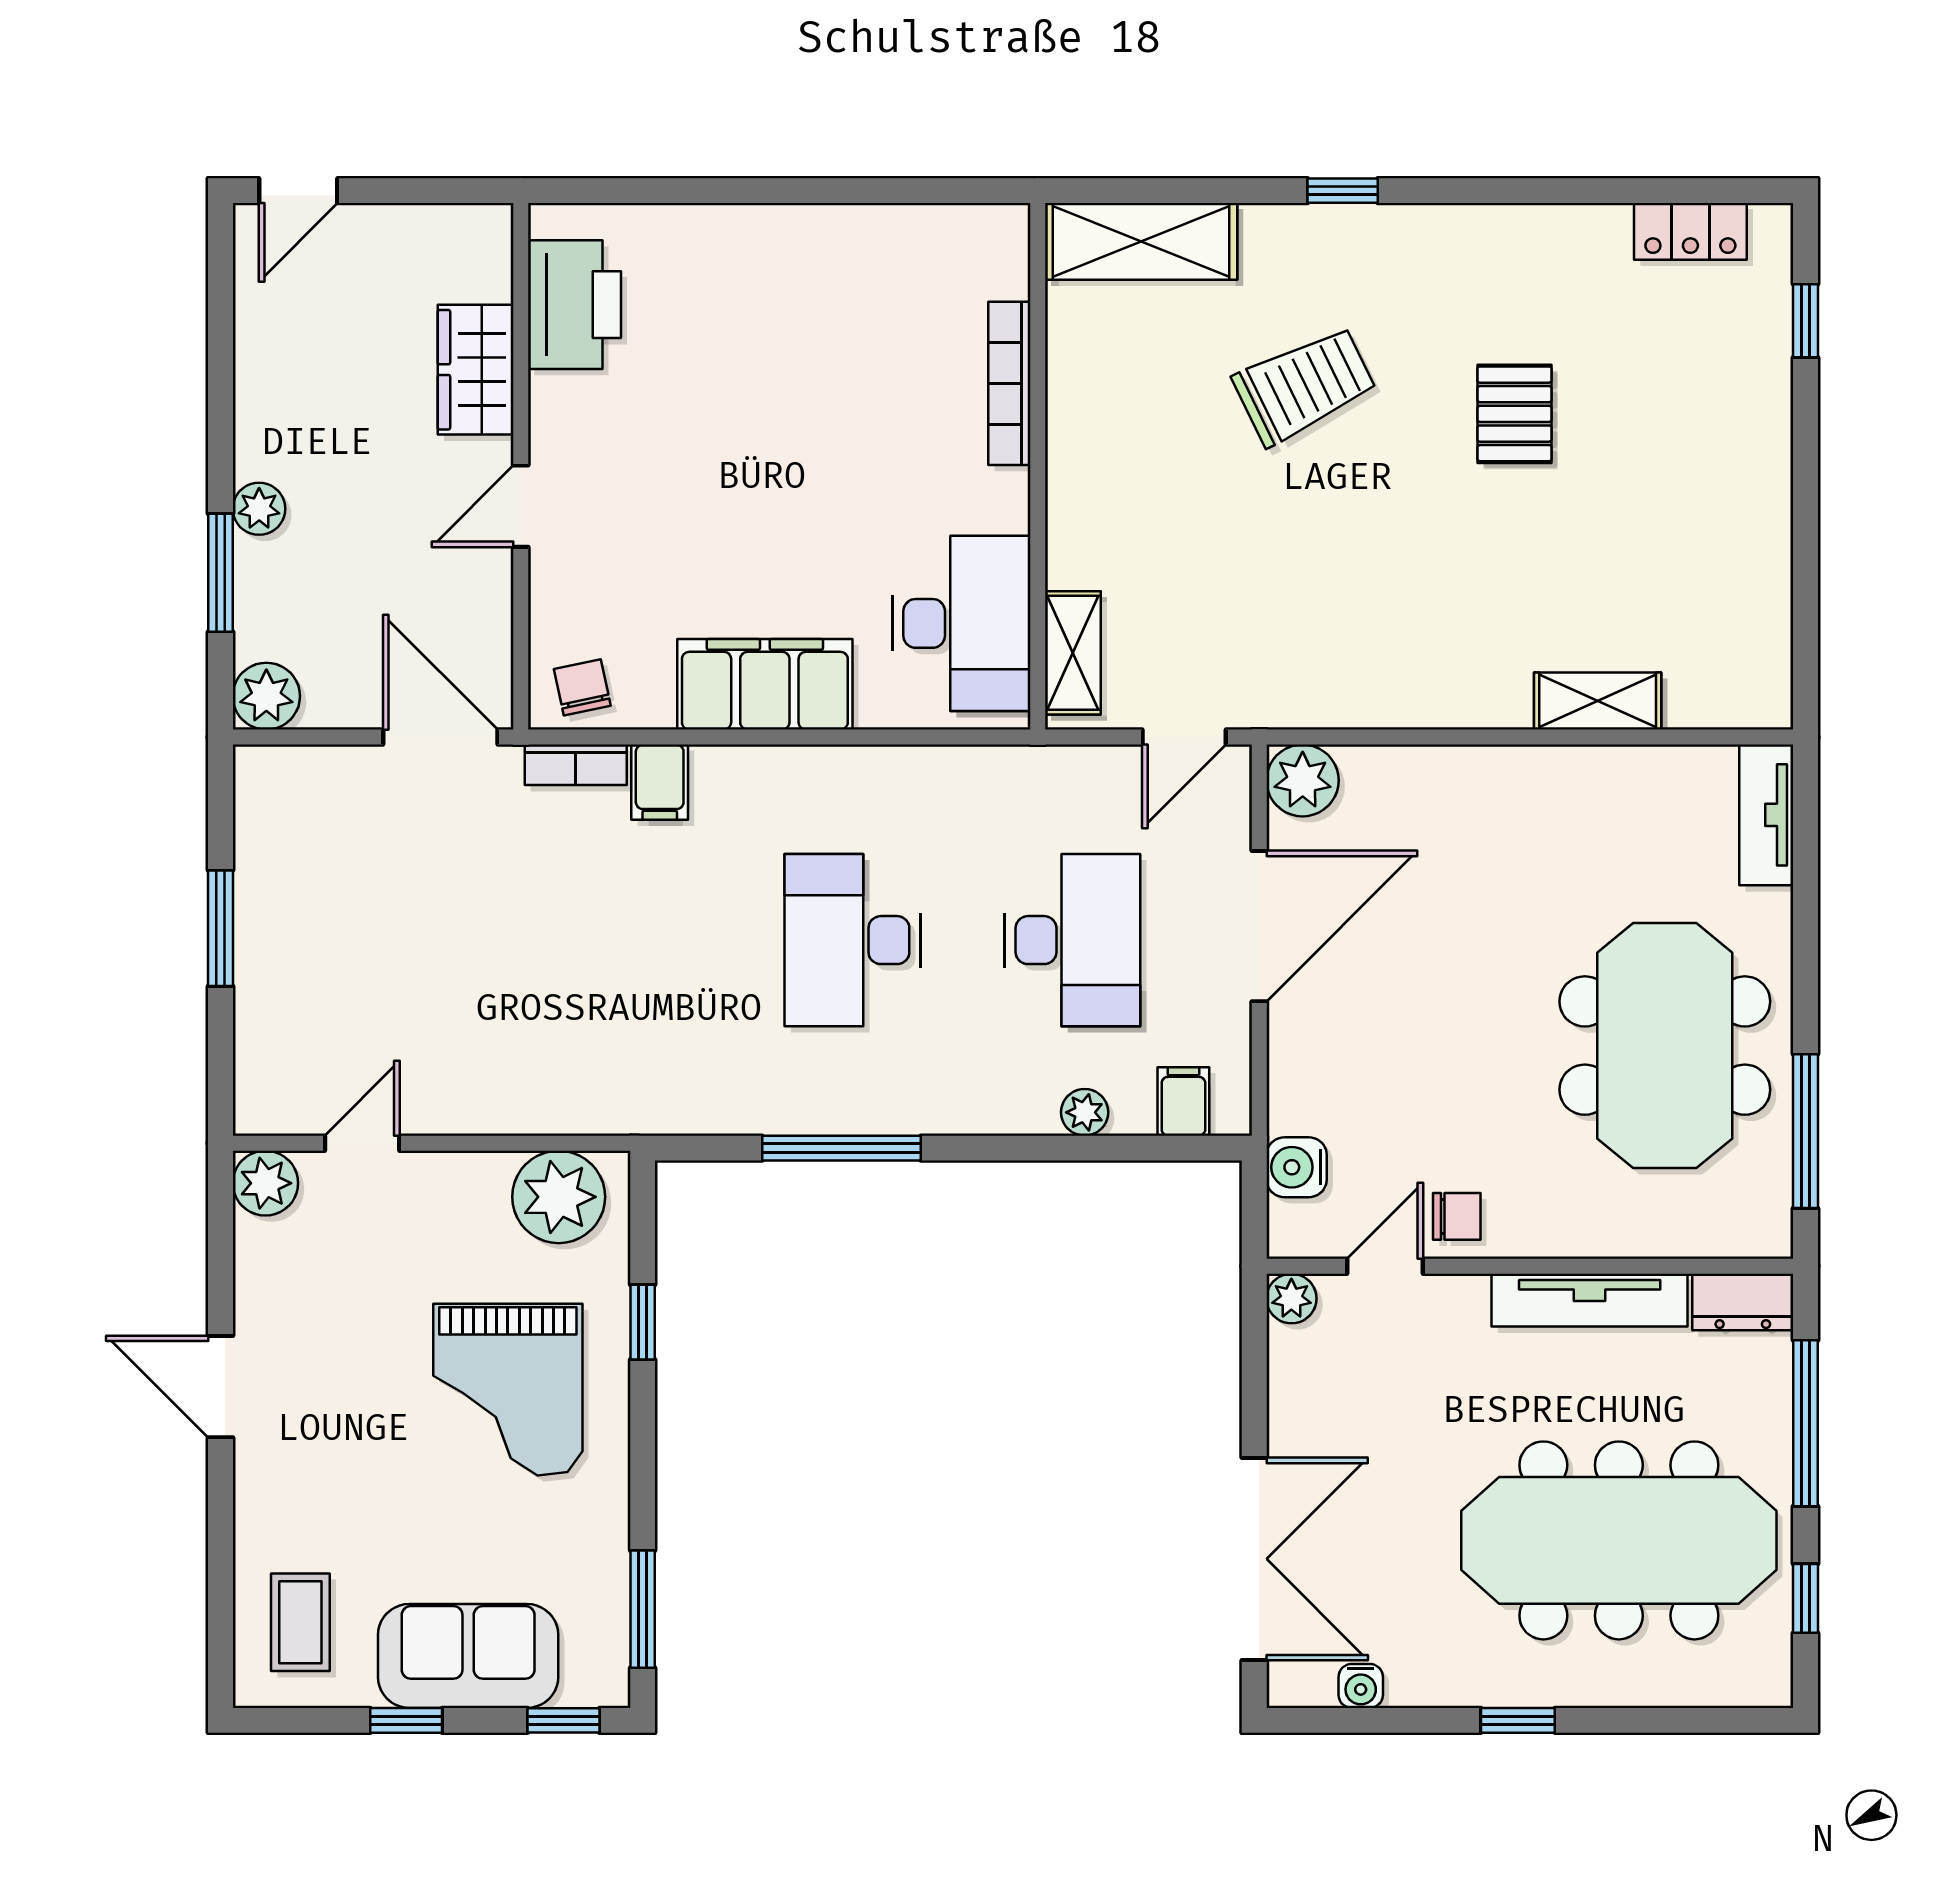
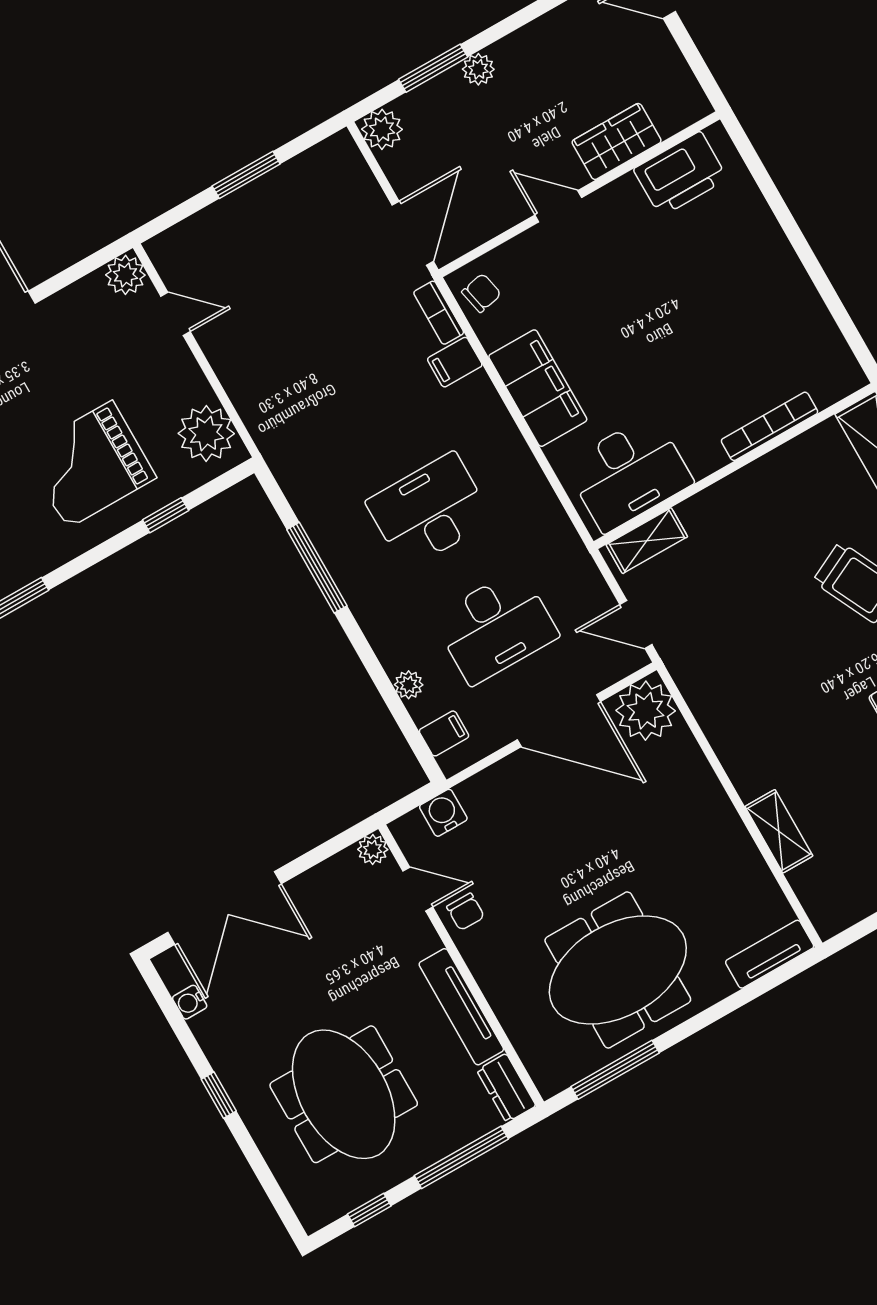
plant: (1303, 780) -> (646, 711), width x1.36, depth x1.36
meeting table: (1619, 1540) -> (344, 1094), width x0.73

